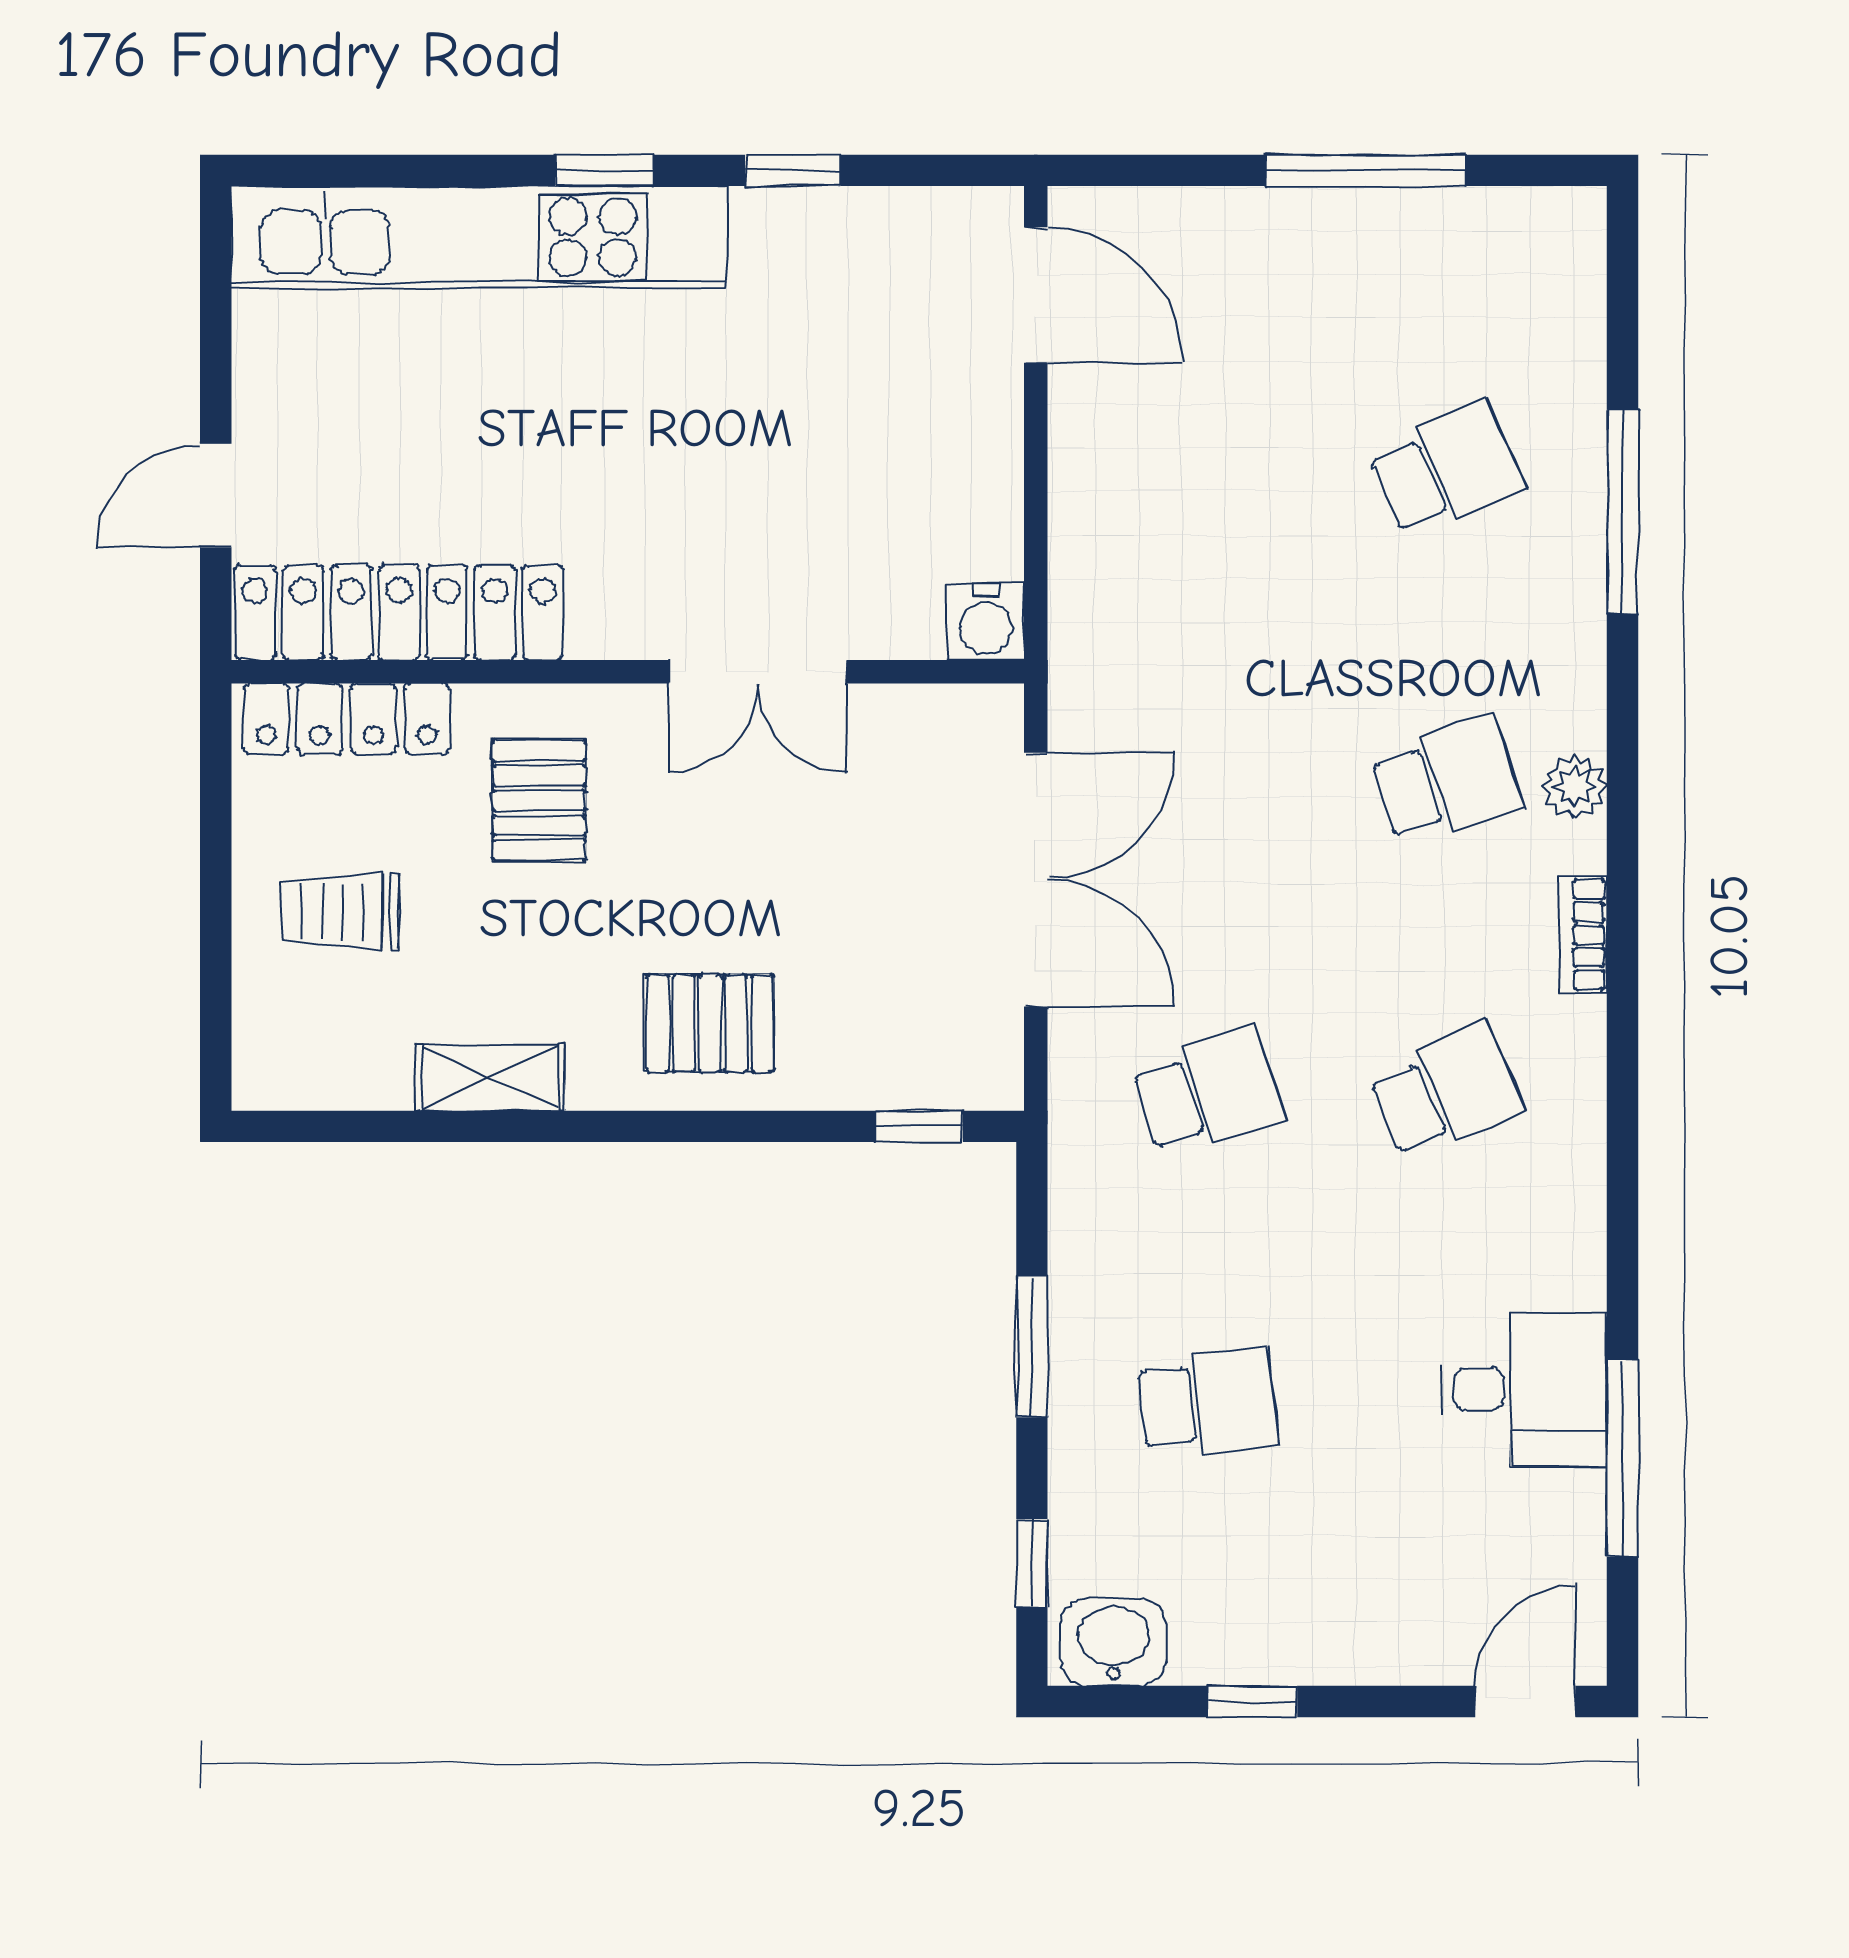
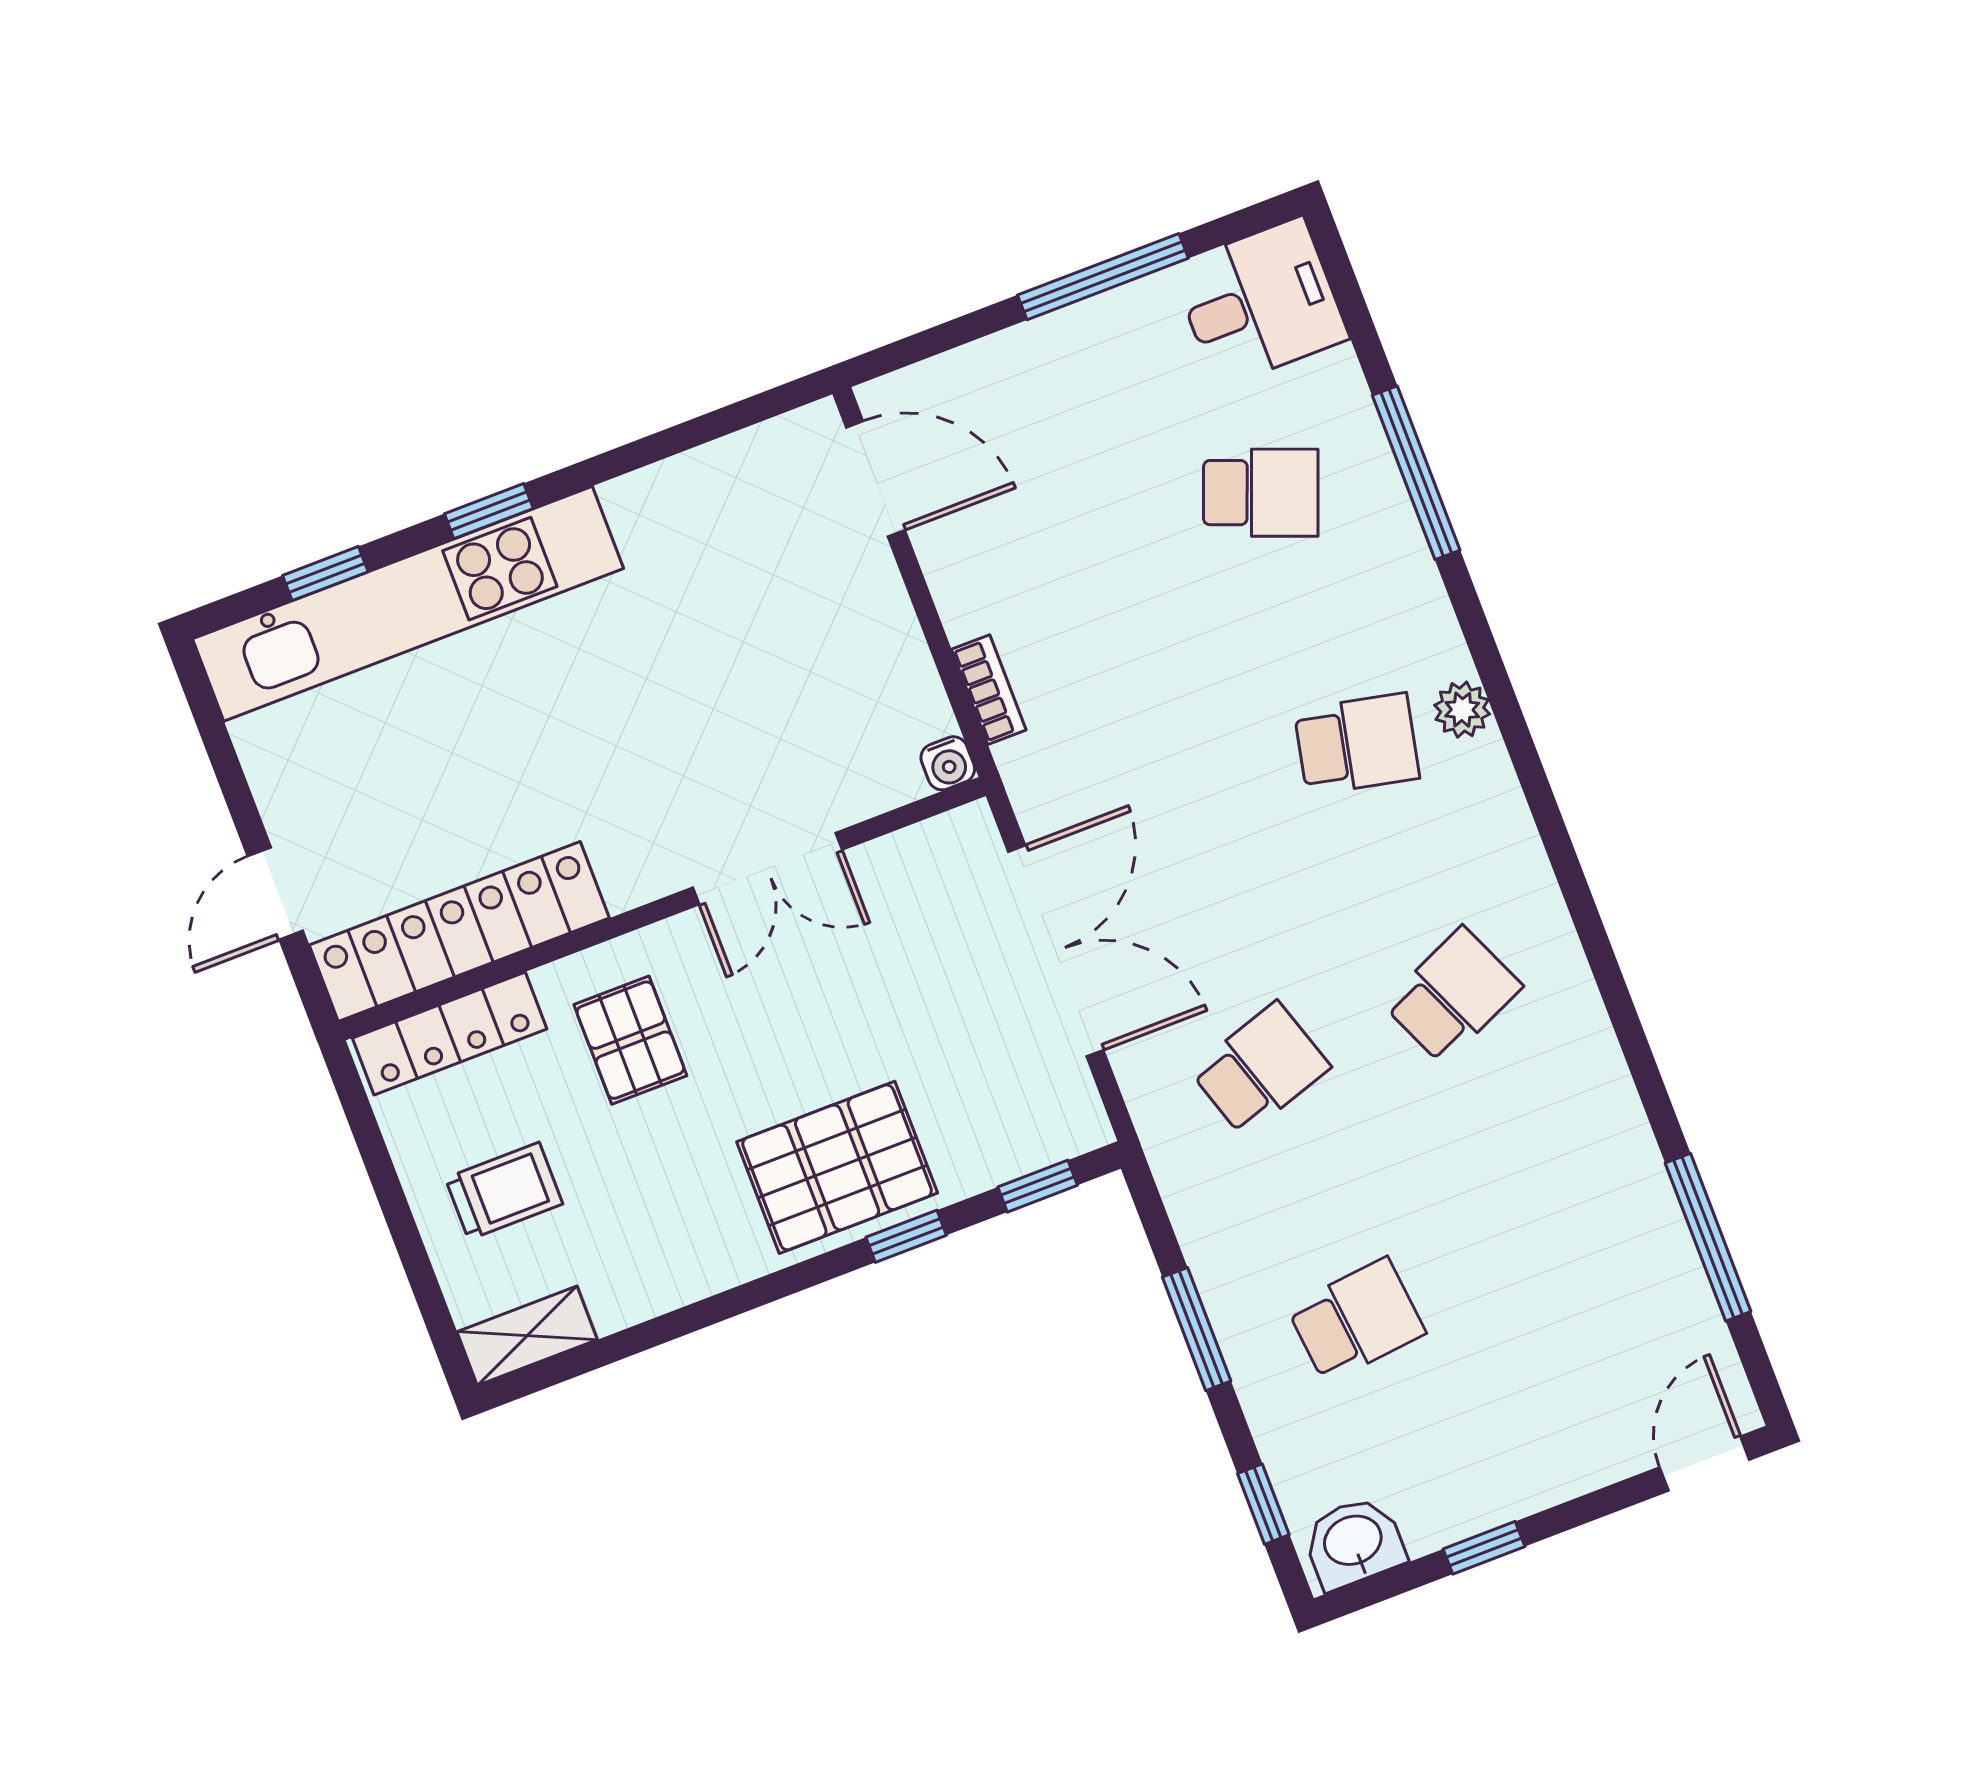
window: (793, 170) -> (325, 574), moved
school desk: (1446, 469) -> (1261, 493), turned 45
water cooler: (986, 622) -> (948, 763), width x0.72, depth x0.72
school desk: (1446, 780) -> (1357, 744), turned 30
trolley: (340, 911) -> (504, 1191), turned 180
bookcase: (1583, 935) -> (989, 690), moved, turned 180
pallet: (710, 1023) -> (837, 1167), width x1.50, depth x1.42
shelving: (490, 1077) -> (527, 1336), moved
window: (756, 1126) -> (906, 1236), added
desk: (1524, 1389) -> (1260, 302), moved

